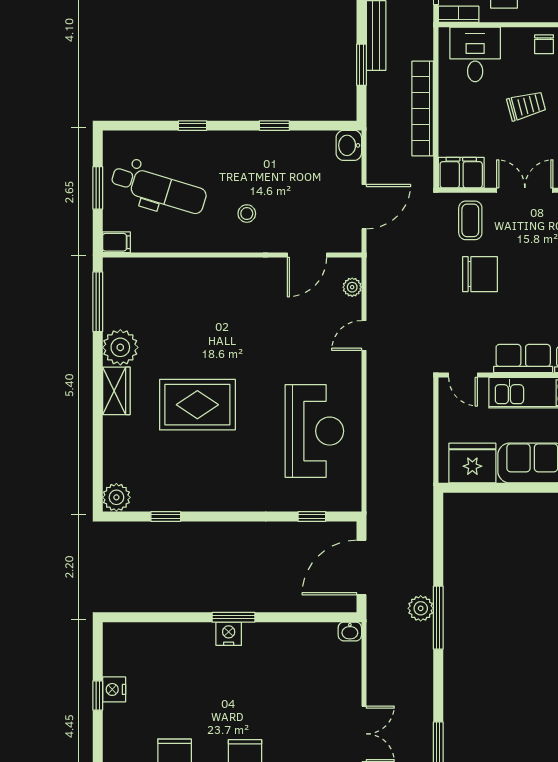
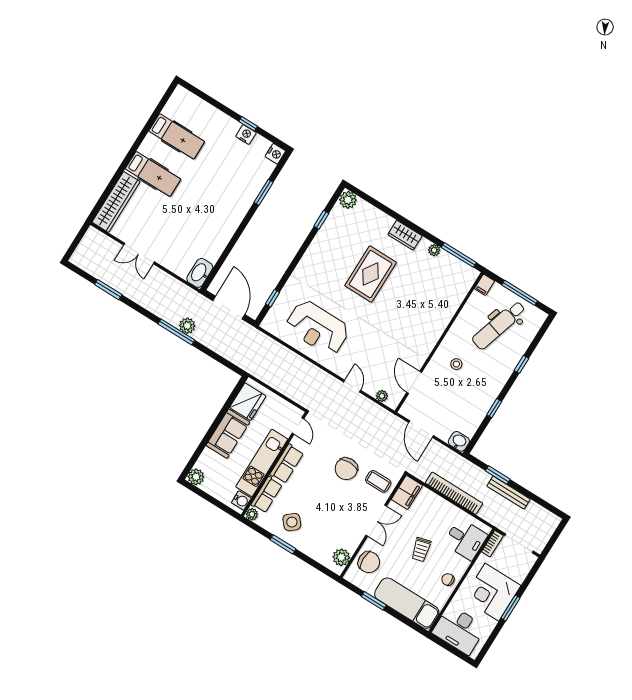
window: (98, 188) -> (520, 293), width x1.44
plant: (120, 347) -> (434, 250), width x0.53, depth x0.53
door: (463, 375) -> (298, 426), swing flipped
window: (234, 617) -> (264, 192), moved
washbasin: (350, 631) -> (200, 273), width x1.91, depth x1.45
nightstand: (229, 634) -> (275, 154), moved

